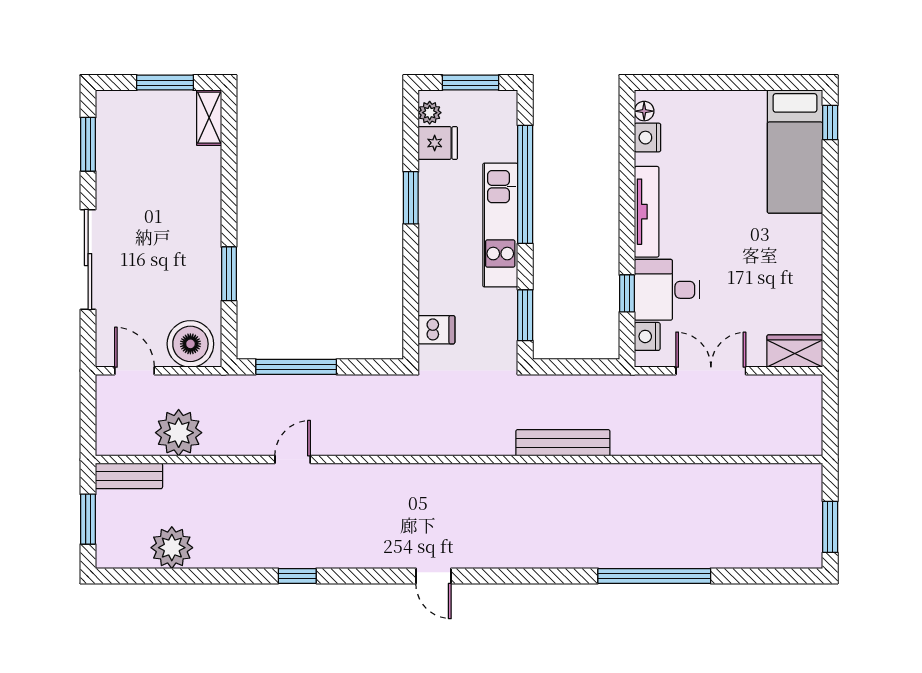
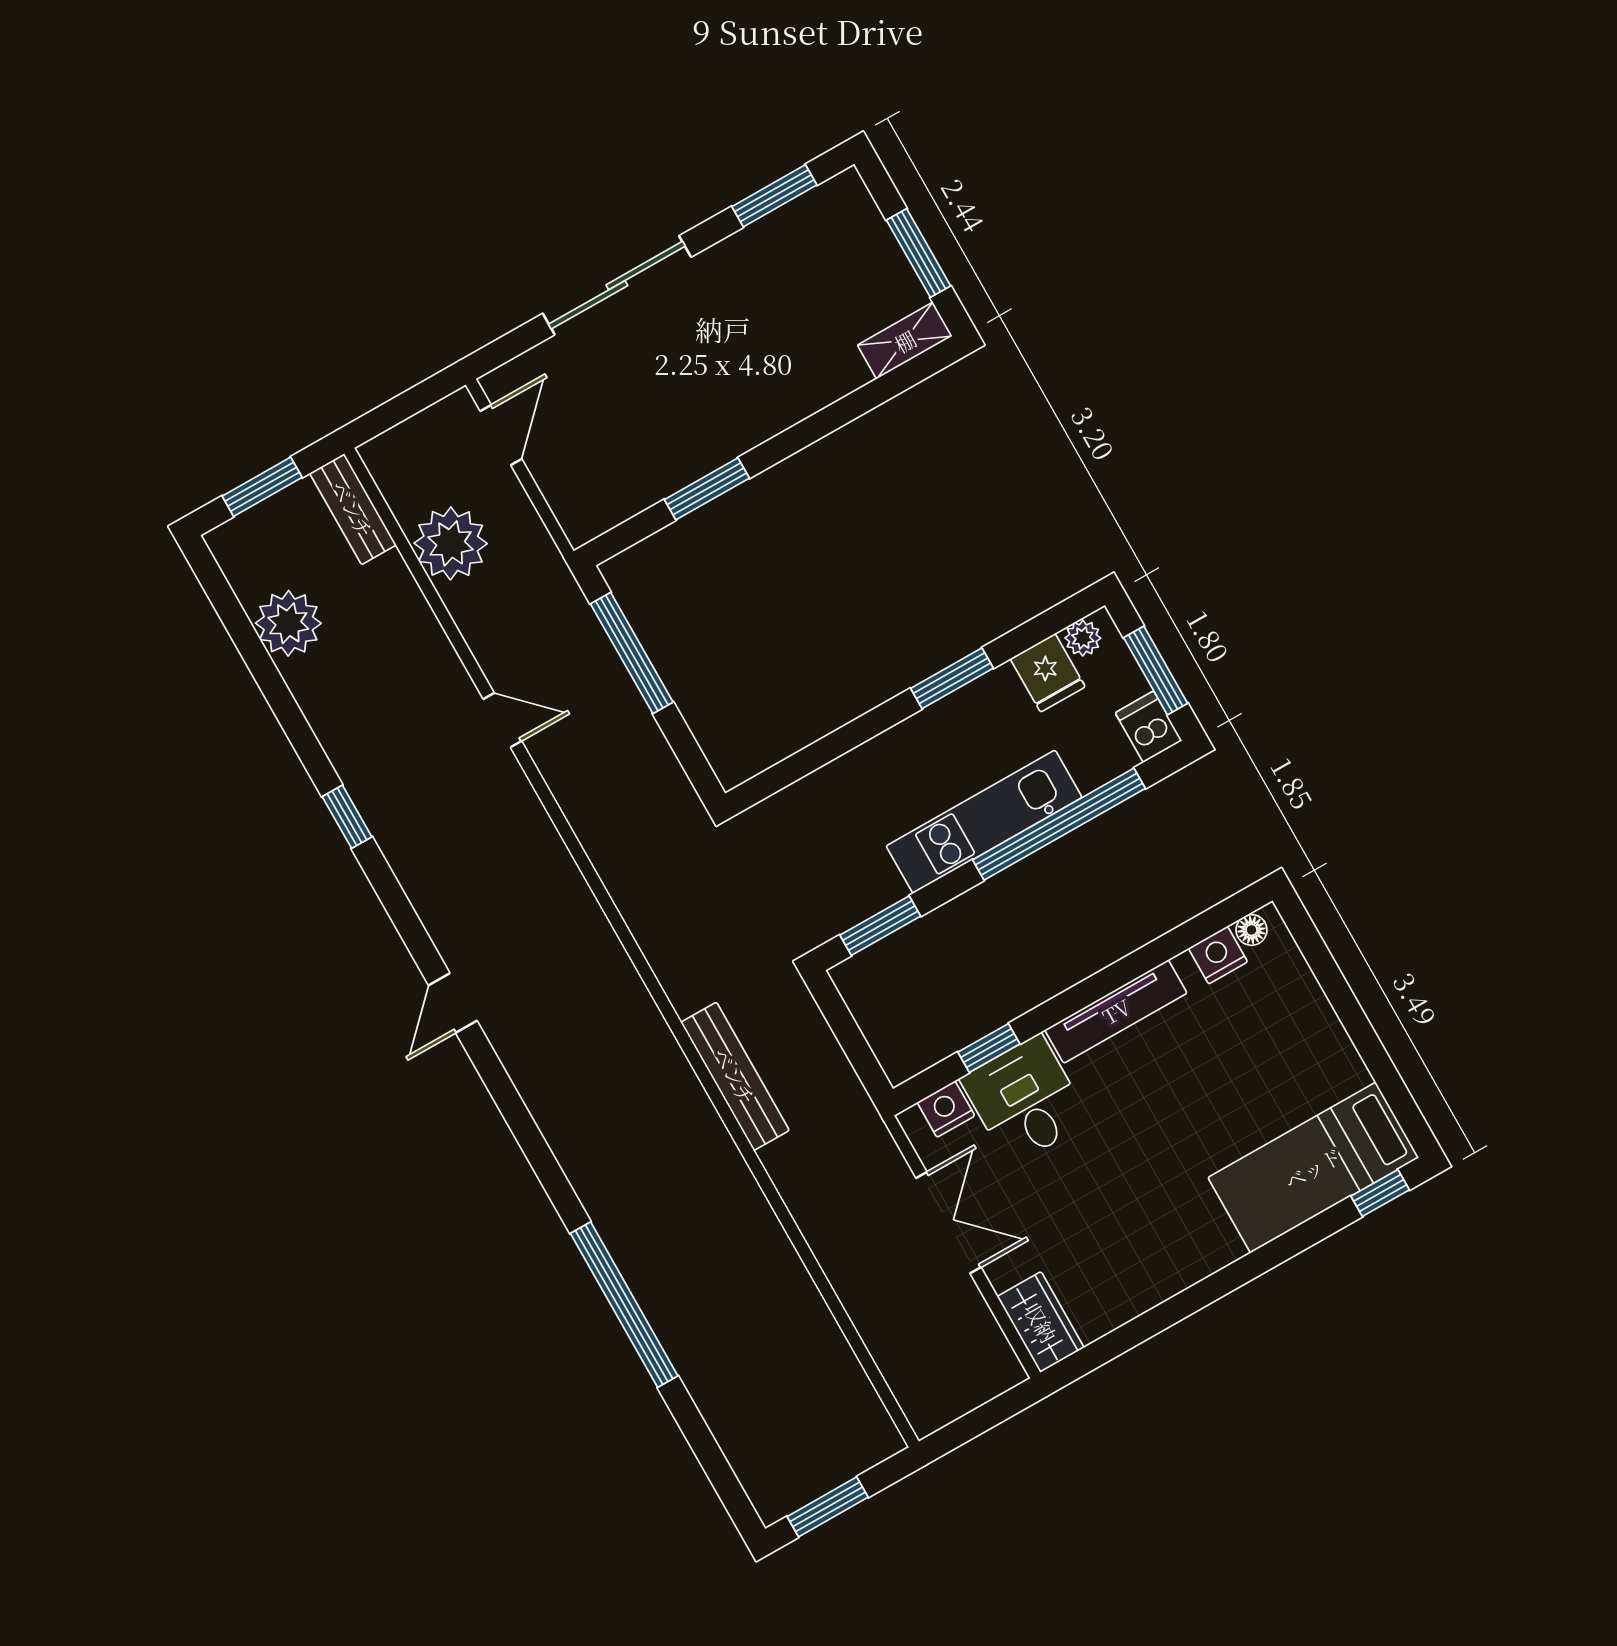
dishwasher: (436, 330) -> (1149, 727), moved, turned 180
boiler: (190, 344) -> (581, 491), removed

